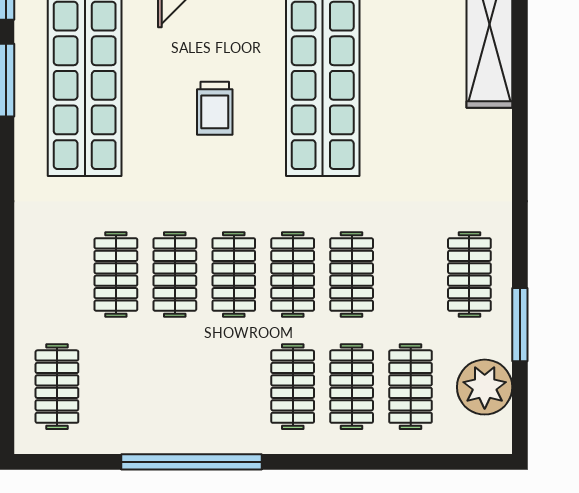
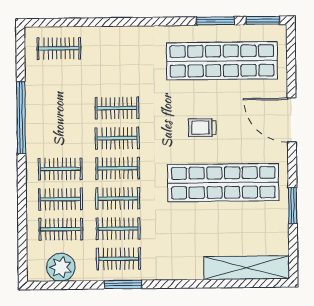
clothes rail: (116, 275) -> (118, 229), moved
window: (520, 325) -> (123, 285), moved

